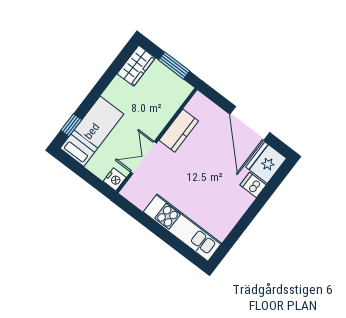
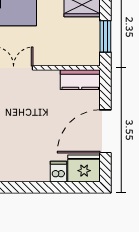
kitchen counter: (179, 131) -> (80, 80), moved

